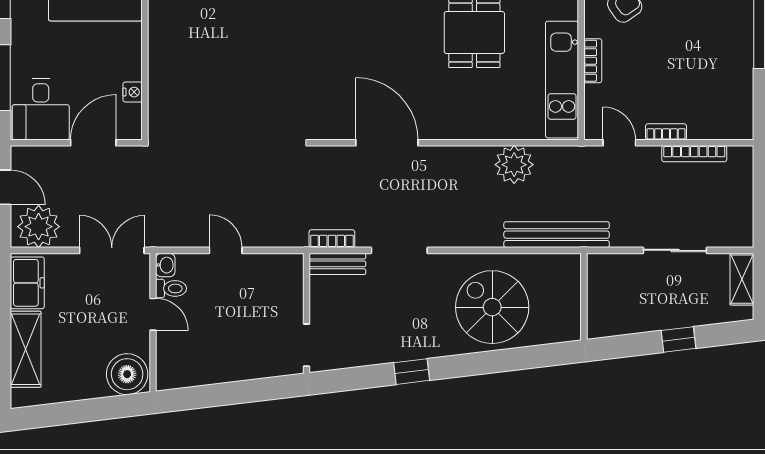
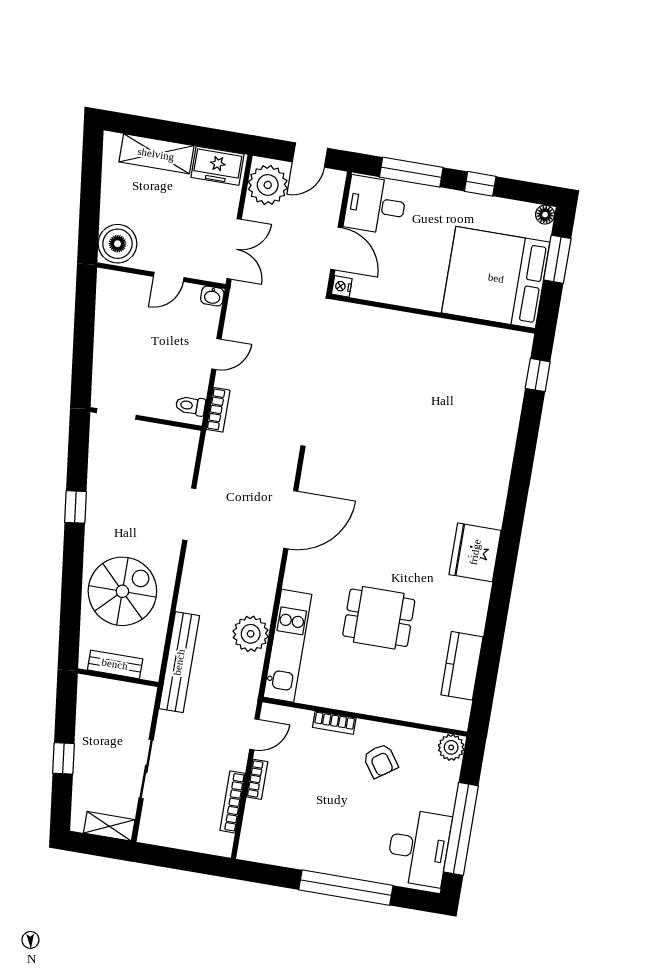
kitchen unit: (562, 80) -> (288, 646), moved, turned 90
nightstand: (133, 92) -> (342, 286), moved, turned 90
bookcase: (332, 239) -> (218, 410), moved
bench: (337, 264) -> (115, 664), moved, turned 90
toilet: (171, 288) -> (191, 406), moved, turned 90

